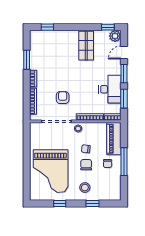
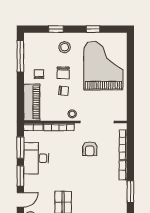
window: (124, 162) -> (20, 56), moved

